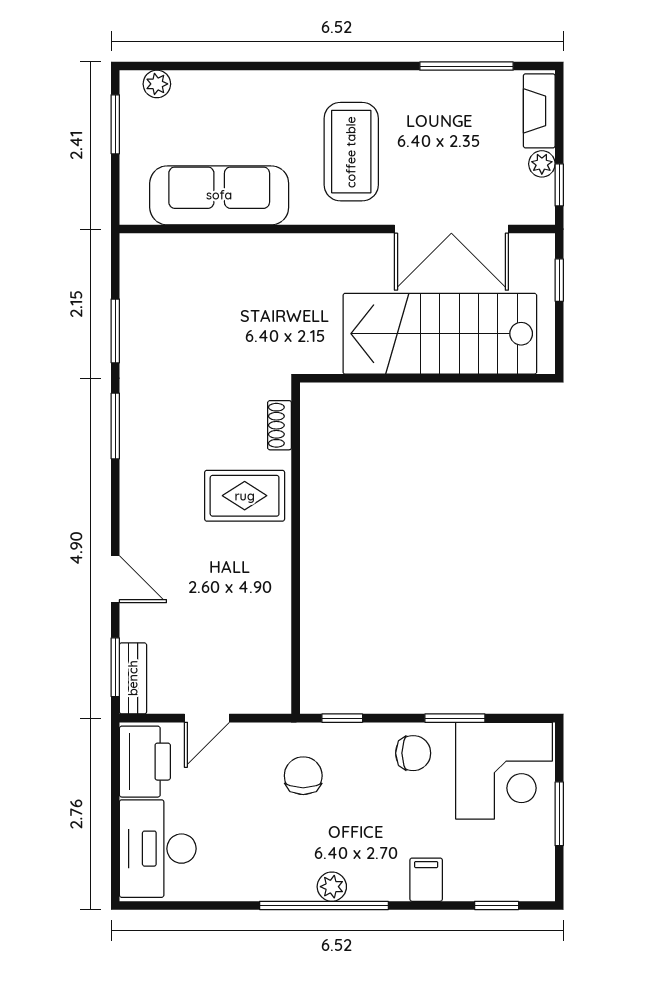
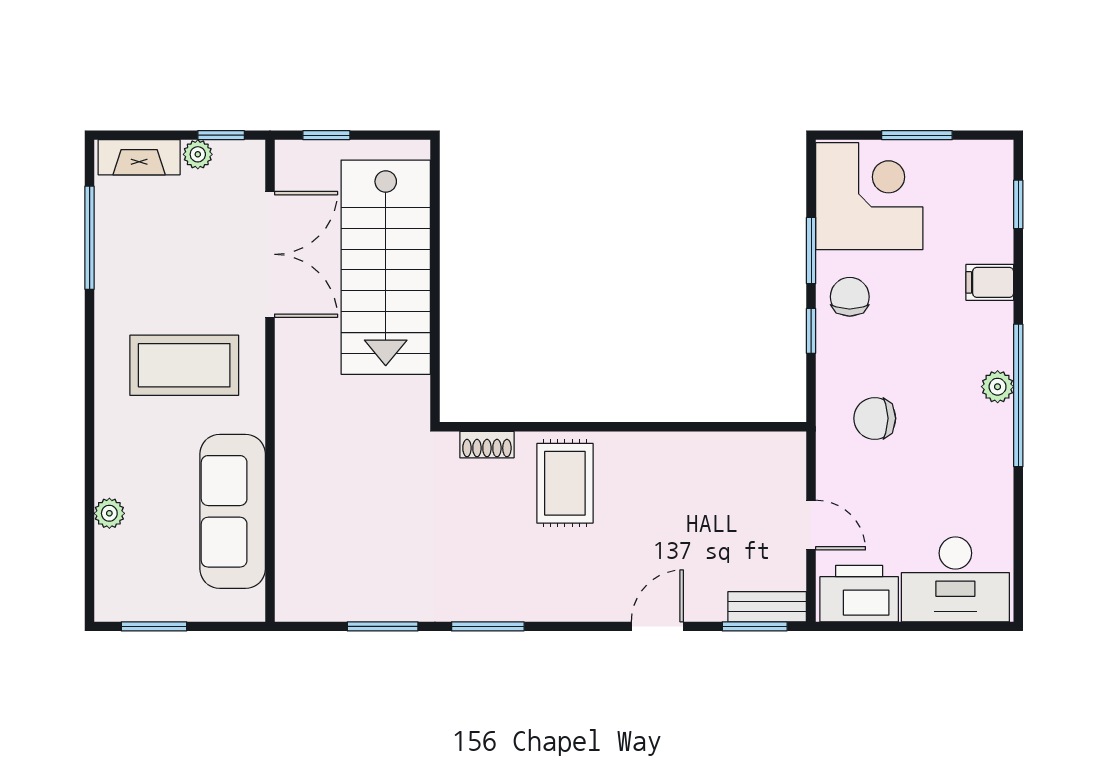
plant: (157, 84) -> (109, 513), moved
window: (342, 718) -> (811, 331), moved

